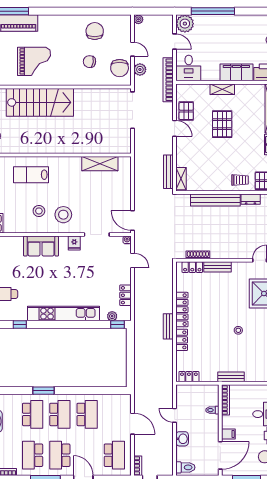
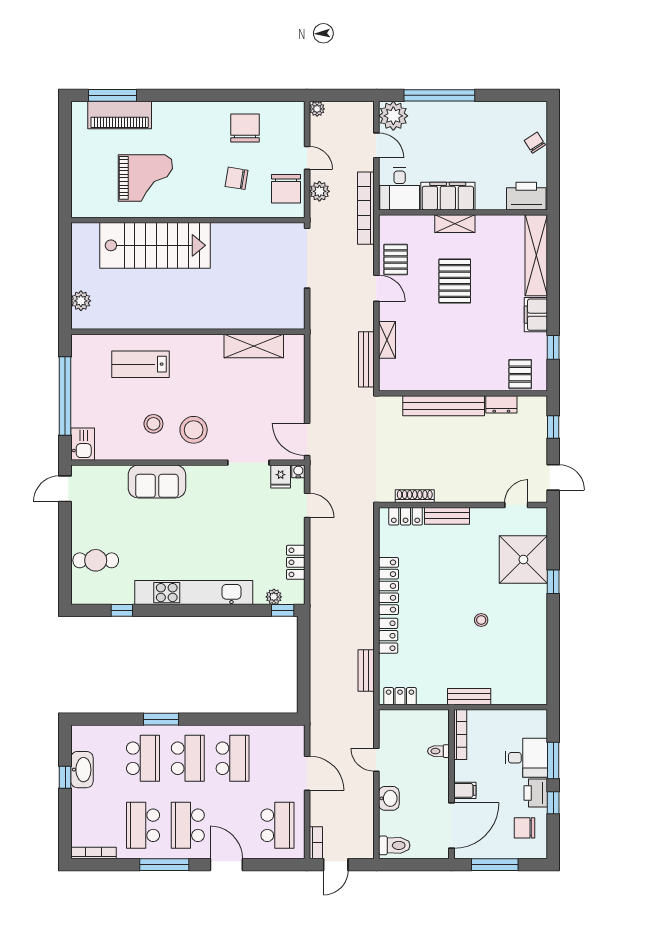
filing cabinet: (236, 72) -> (448, 196), moved
shelving: (181, 179) -> (387, 340), moved
trolley: (240, 180) -> (484, 373), removed
fridge: (74, 243) -> (281, 477), moved
bench: (168, 326) -> (366, 671), moved

